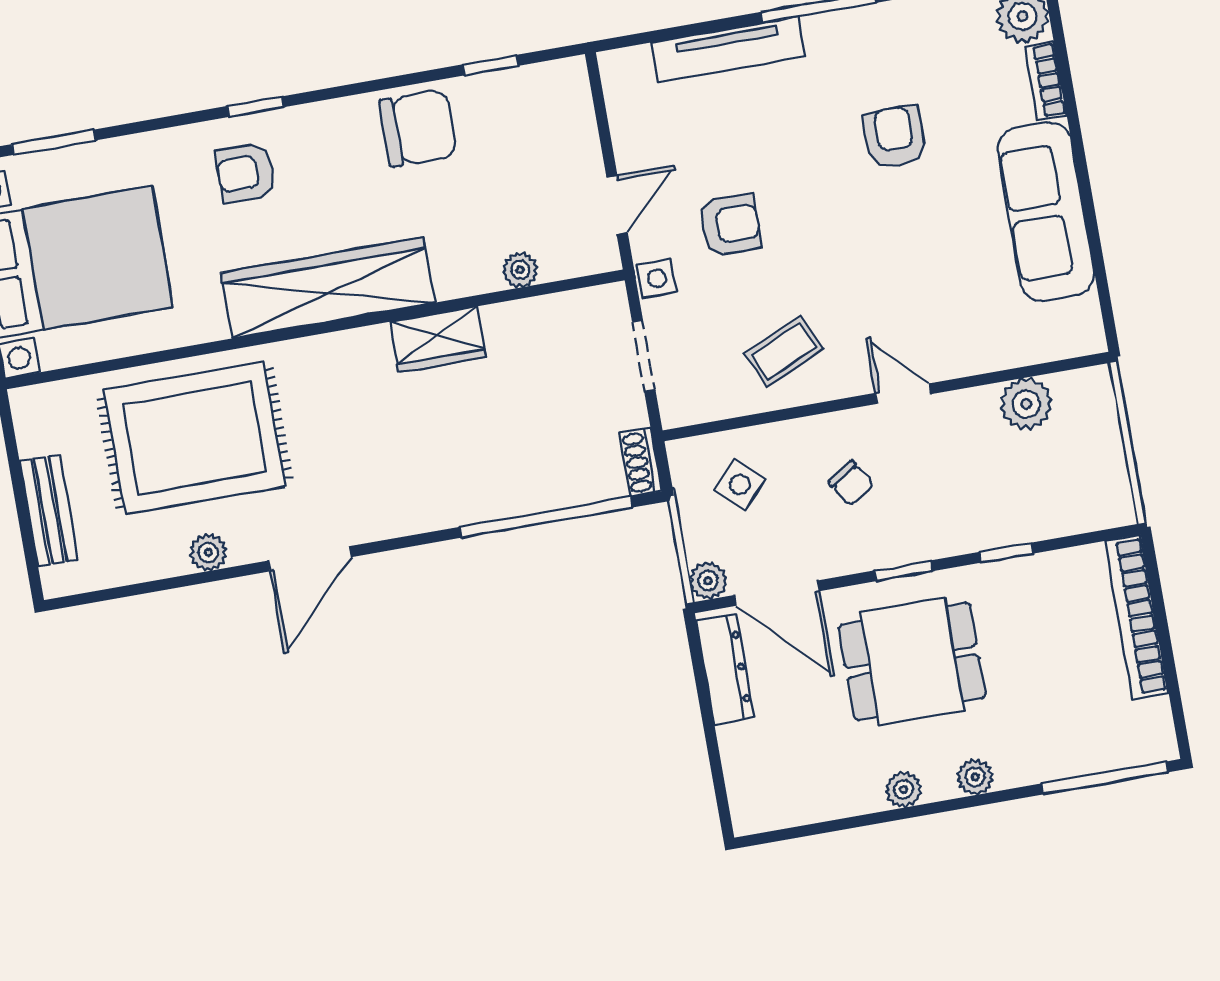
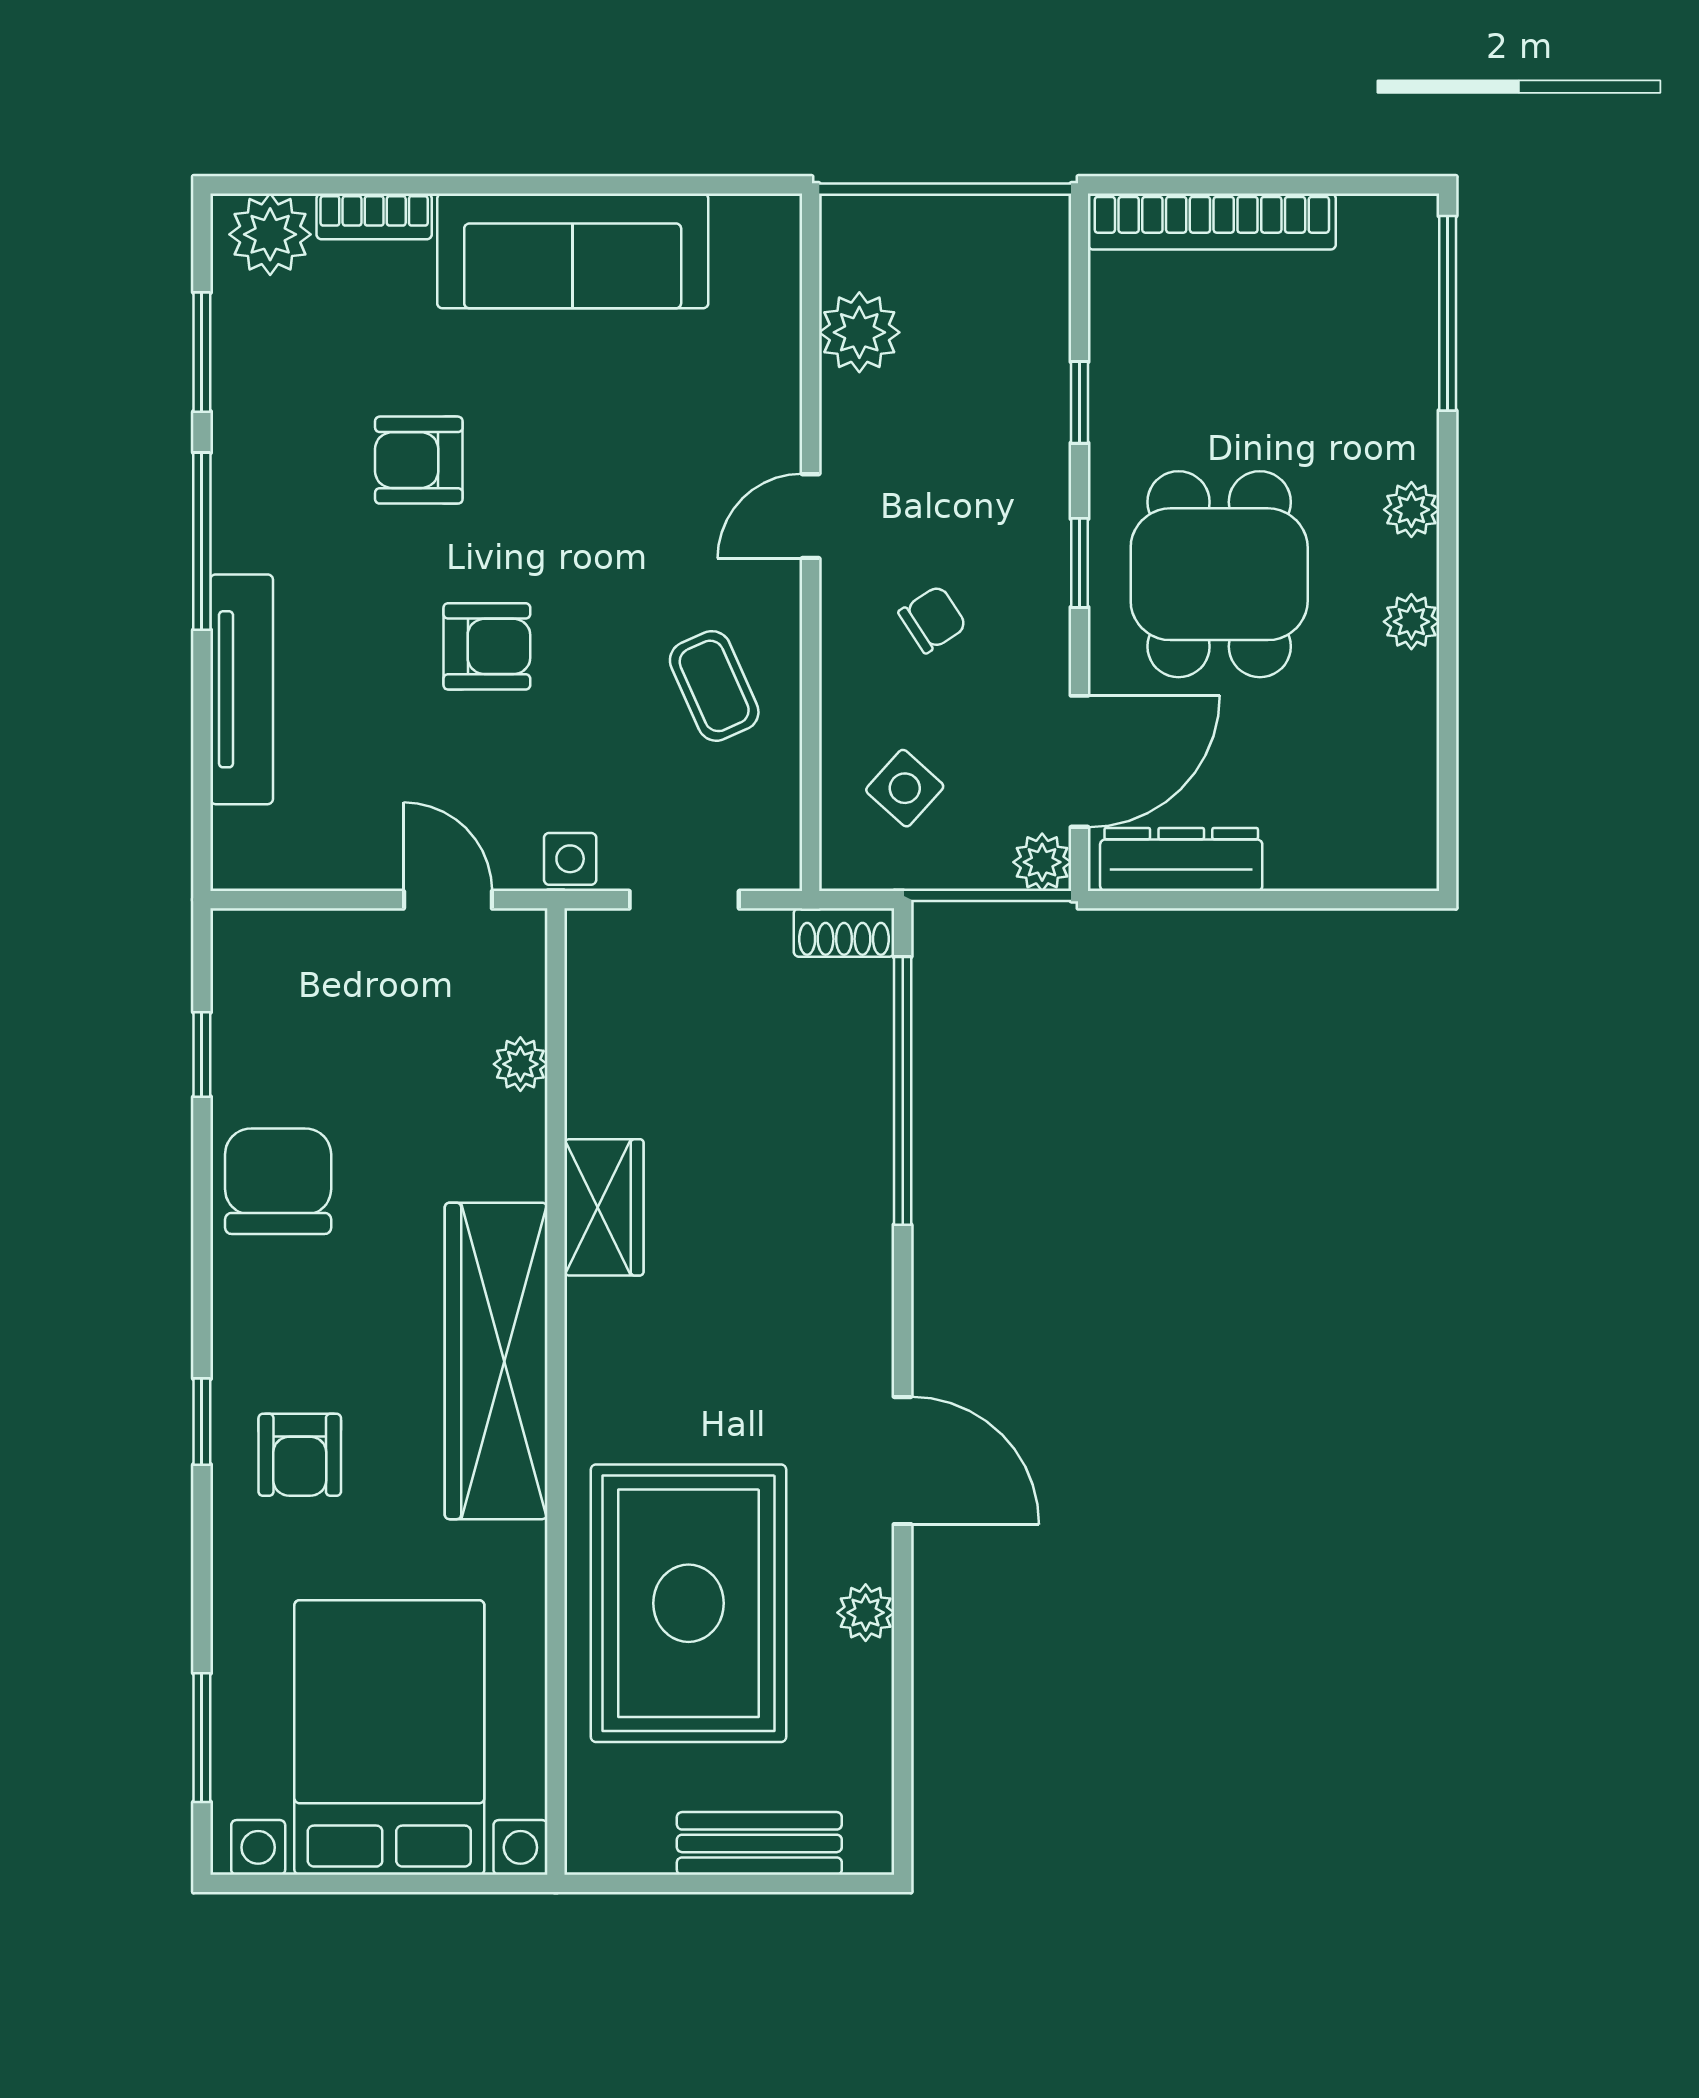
armchair: (730, 225) -> (487, 646), moved, turned 90

